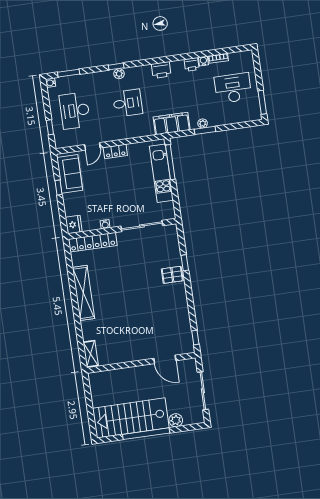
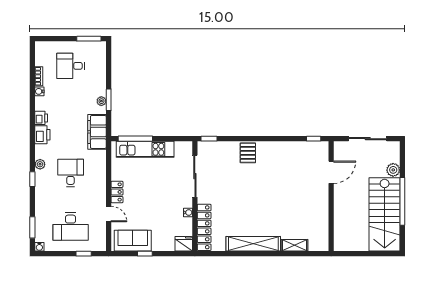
printer: (192, 64) -> (41, 118), moved
plant: (119, 74) -> (40, 164), moved
desk: (233, 88) -> (71, 66), width x0.73
window: (185, 263) -> (209, 139), moved
shelving: (91, 354) -> (295, 245), moved

